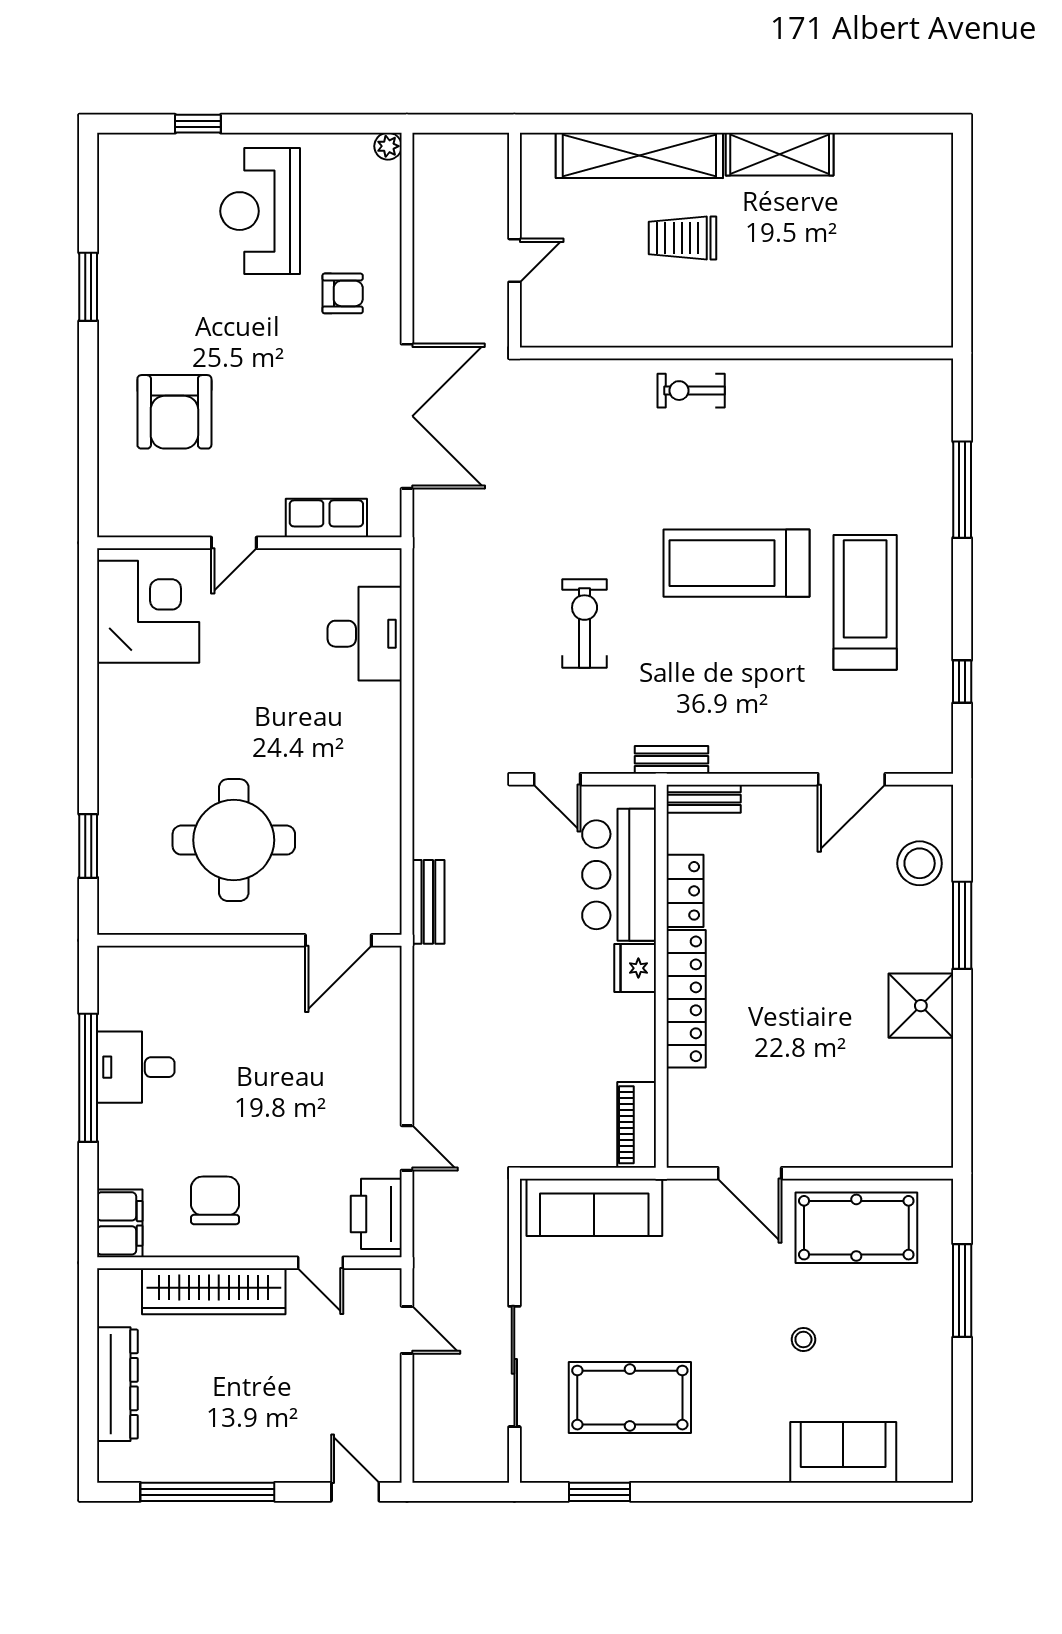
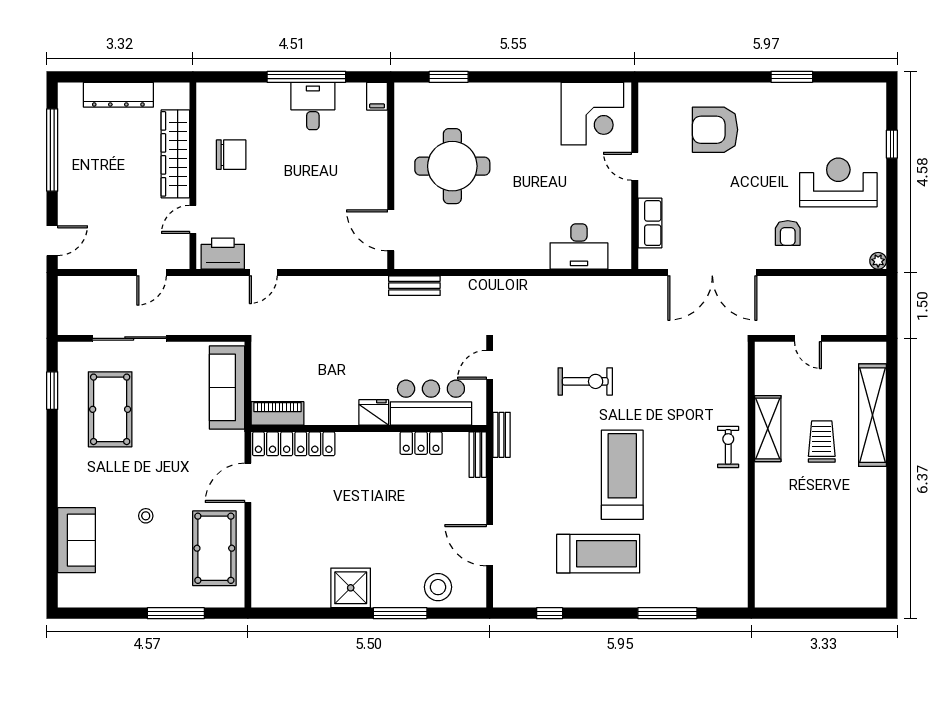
shelving: (780, 154) -> (768, 429), moved
locker: (686, 999) -> (294, 444), moved
filing cabinet: (120, 1223) -> (377, 96), moved, width x0.50

